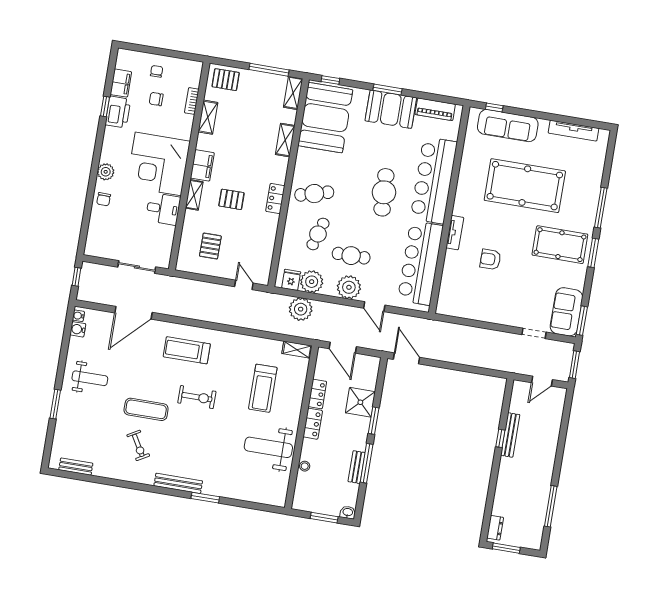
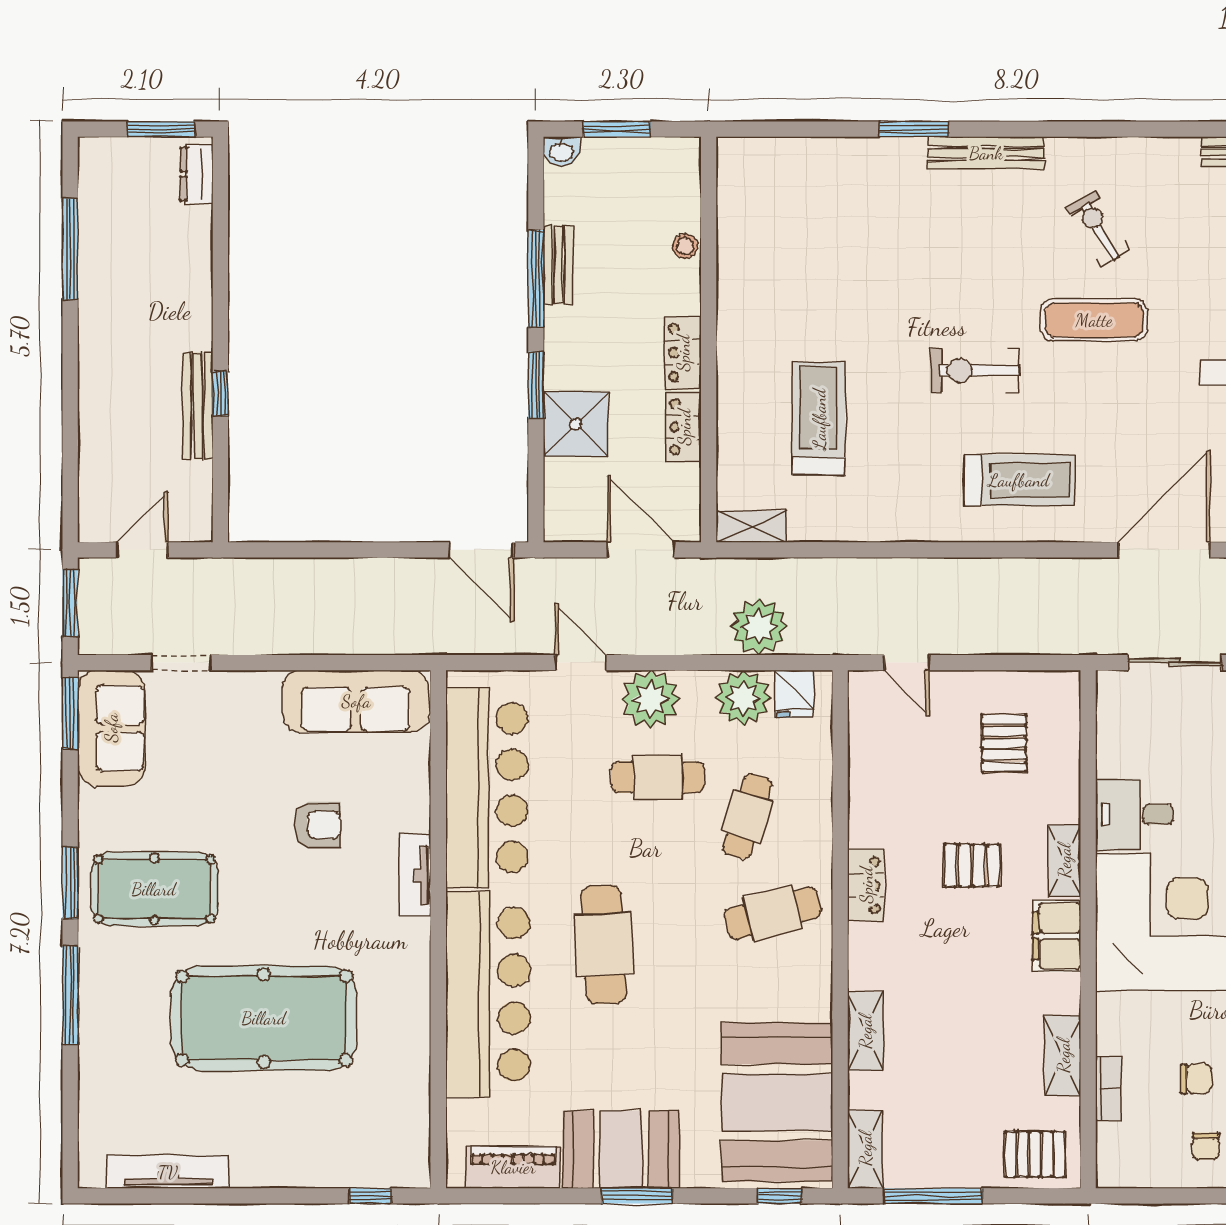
sofa: (508, 126) -> (356, 701), moved, turned 180
weight bench: (268, 447) -> (781, 277), removed

